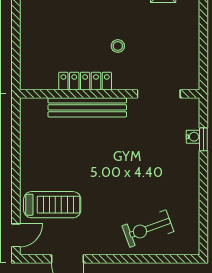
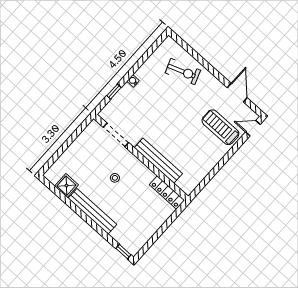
locker: (85, 81) -> (167, 192), moved
water cooler: (193, 137) -> (133, 81), moved

